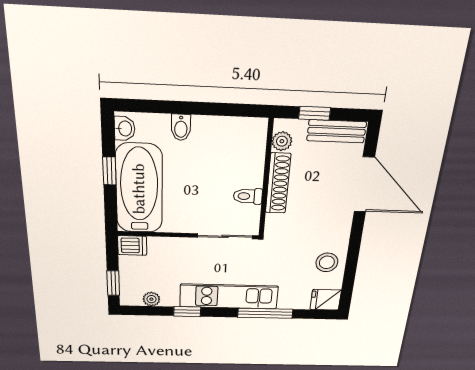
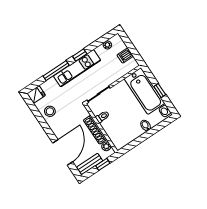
door: (364, 185) -> (63, 152), swing flipped
dishwasher: (132, 245) -> (125, 56), moved
window: (113, 283) -> (128, 42), removed
window: (187, 312) -> (80, 55), moved

